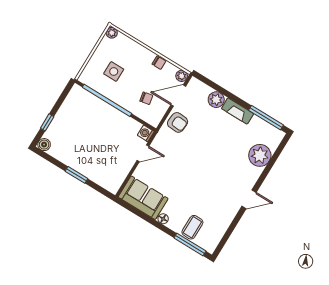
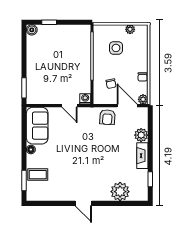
plant: (112, 33) -> (130, 29), moved
window: (266, 118) -> (150, 179), width x0.46
window: (76, 175) -> (24, 88), moved
window: (190, 244) -> (24, 181), width x0.69

